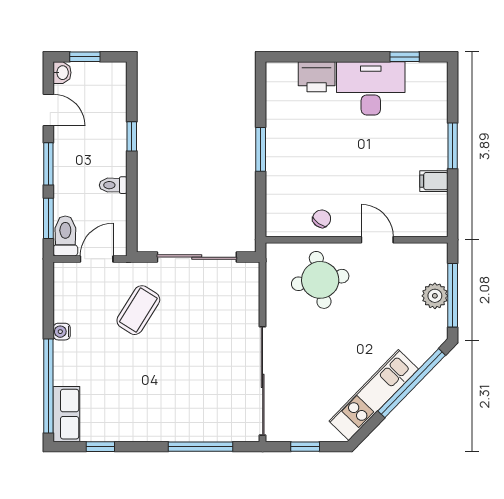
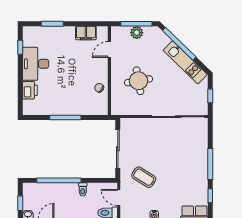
window: (132, 136) -> (59, 180), width x3.17
window: (453, 146) -> (52, 24), moved
window: (261, 149) -> (65, 118), width x1.44
filing cabinet: (434, 181) -> (86, 33), width x2.00
door: (377, 240) -> (109, 49), moved
round table: (320, 280) -> (138, 81), moved
window: (200, 447) -> (210, 164), moved

